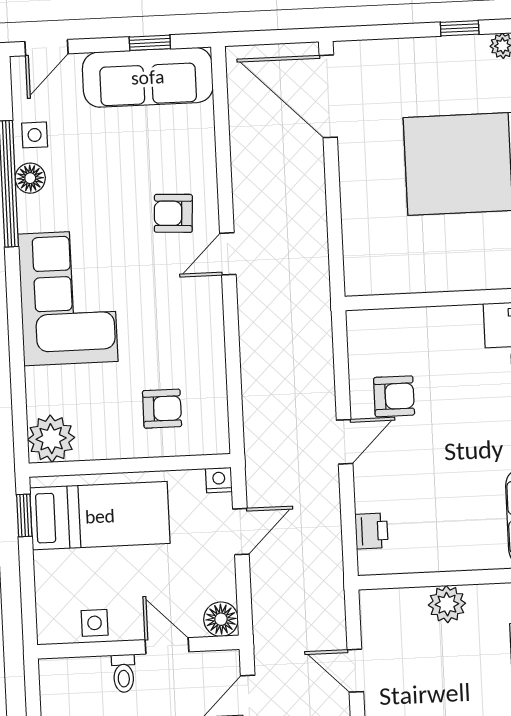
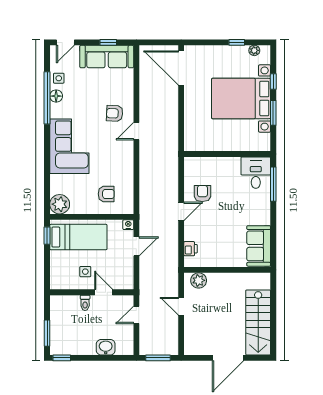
armchair: (394, 396) -> (202, 193), turned -90
plant: (447, 604) -> (199, 280), moved
floor lamp: (221, 619) -> (126, 282), removed
side table: (95, 623) -> (85, 272), moved

